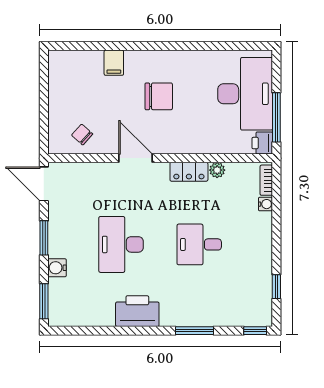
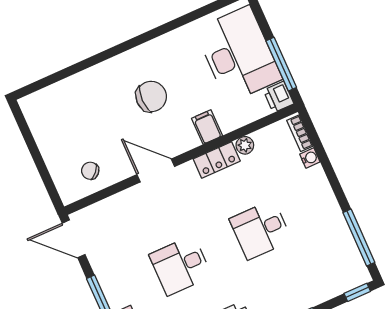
filing cabinet: (114, 63) -> (207, 127), moved, turned 180
desk: (121, 244) -> (180, 266), width x0.73
window: (276, 287) -> (359, 237), width x2.17

